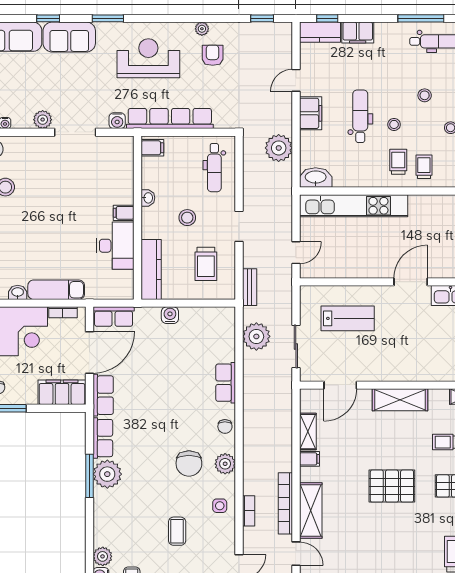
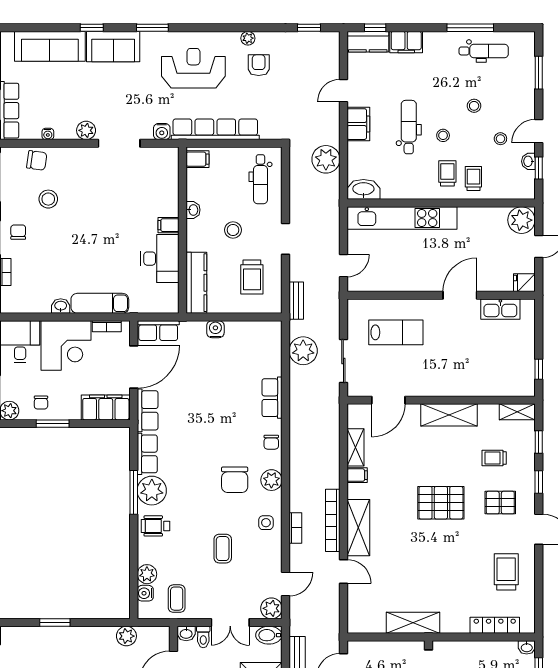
wheelchair: (111, 509) -> (155, 526), added

